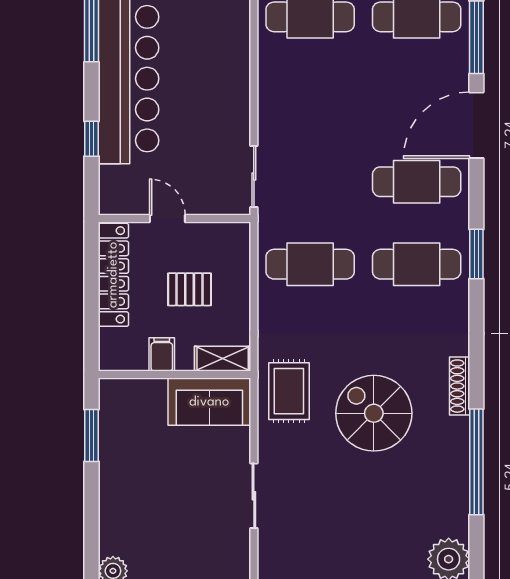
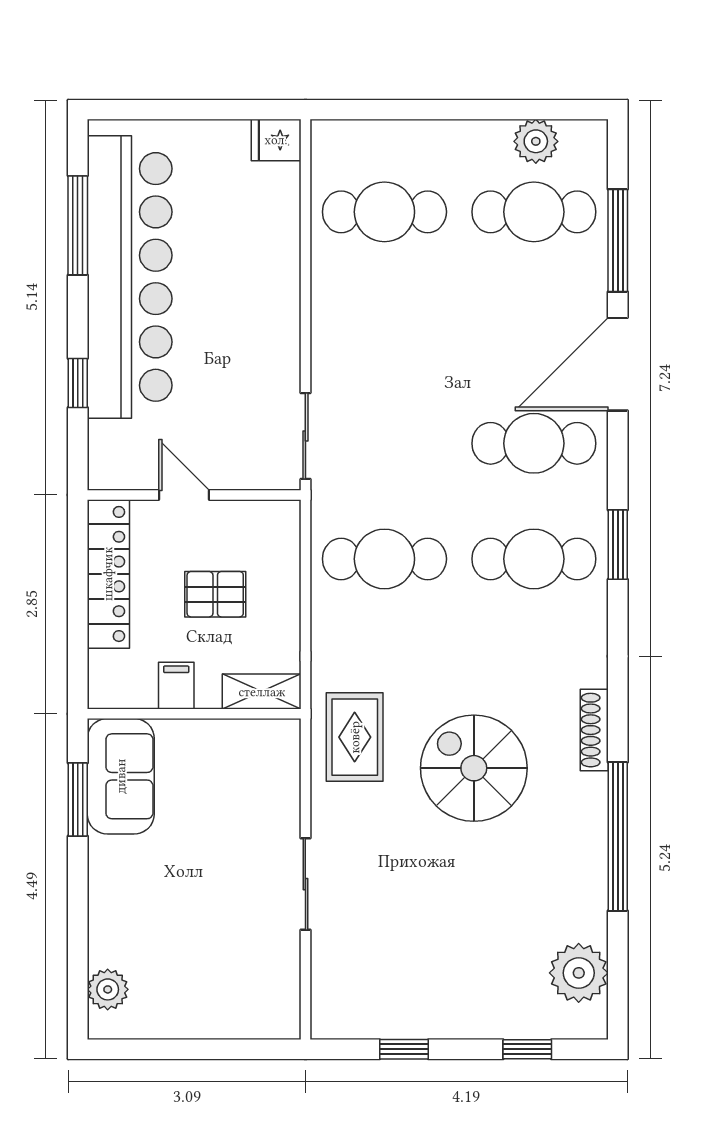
sofa: (209, 402) -> (121, 776), moved, turned -90

